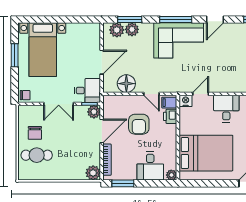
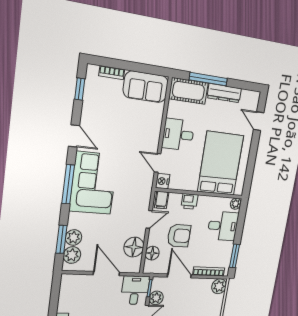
floor lamp: (122, 101) -> (152, 253), added
plant: (94, 112) -> (156, 298), moved
printer: (170, 116) -> (190, 201), moved

